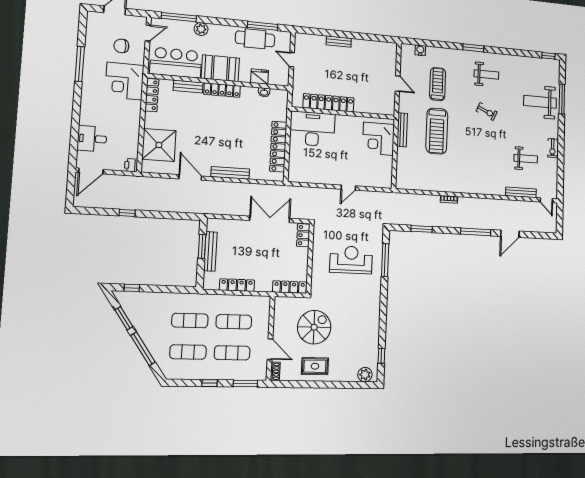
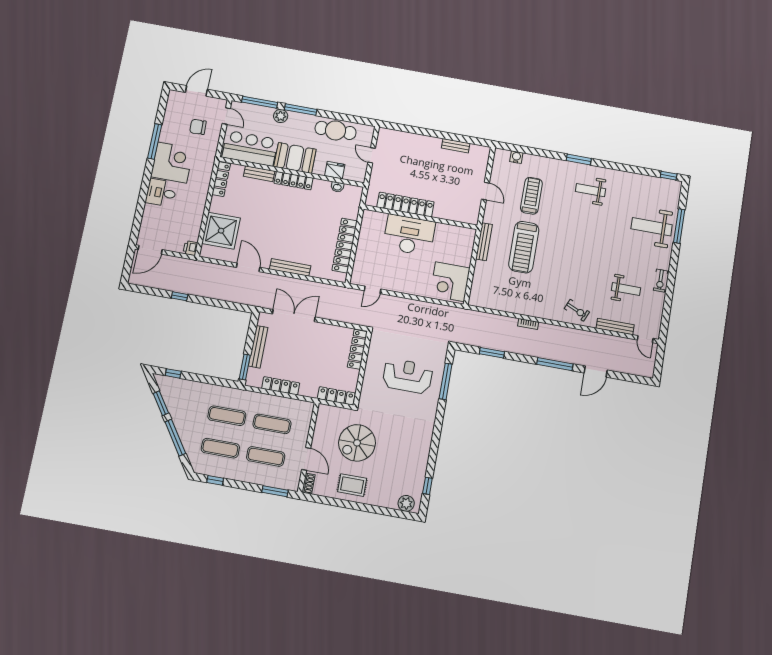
window: (263, 26) -> (301, 110), moved
door: (148, 33) -> (226, 116), hinge flipped
bench: (339, 41) -> (456, 146), moved
weight bench: (486, 74) -> (590, 190), turned 180
corner desk: (124, 81) -> (172, 163), moved, turned 180
exercise bike: (487, 112) -> (577, 310), moved
desk: (312, 129) -> (409, 235), moved
desk: (92, 139) -> (161, 193), moved
corner desk: (378, 139) -> (450, 282), moved
door: (348, 188) -> (373, 290), moved
double door: (270, 219) -> (294, 316), moved
locker: (303, 235) -> (357, 349), width x1.53
window: (202, 246) -> (245, 367), moved
spiral stairs: (314, 327) -> (357, 443), turned 180
window: (210, 383) -> (215, 480), moved

